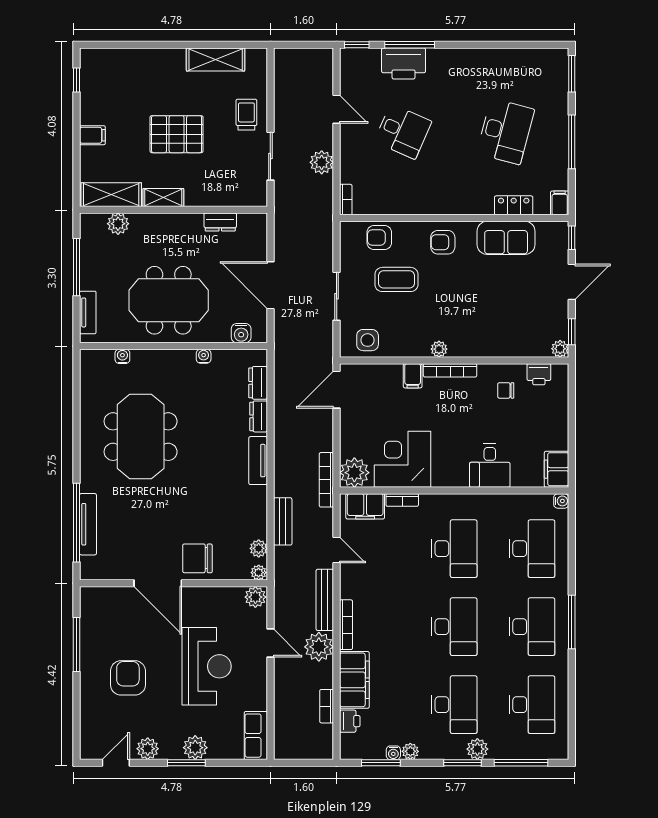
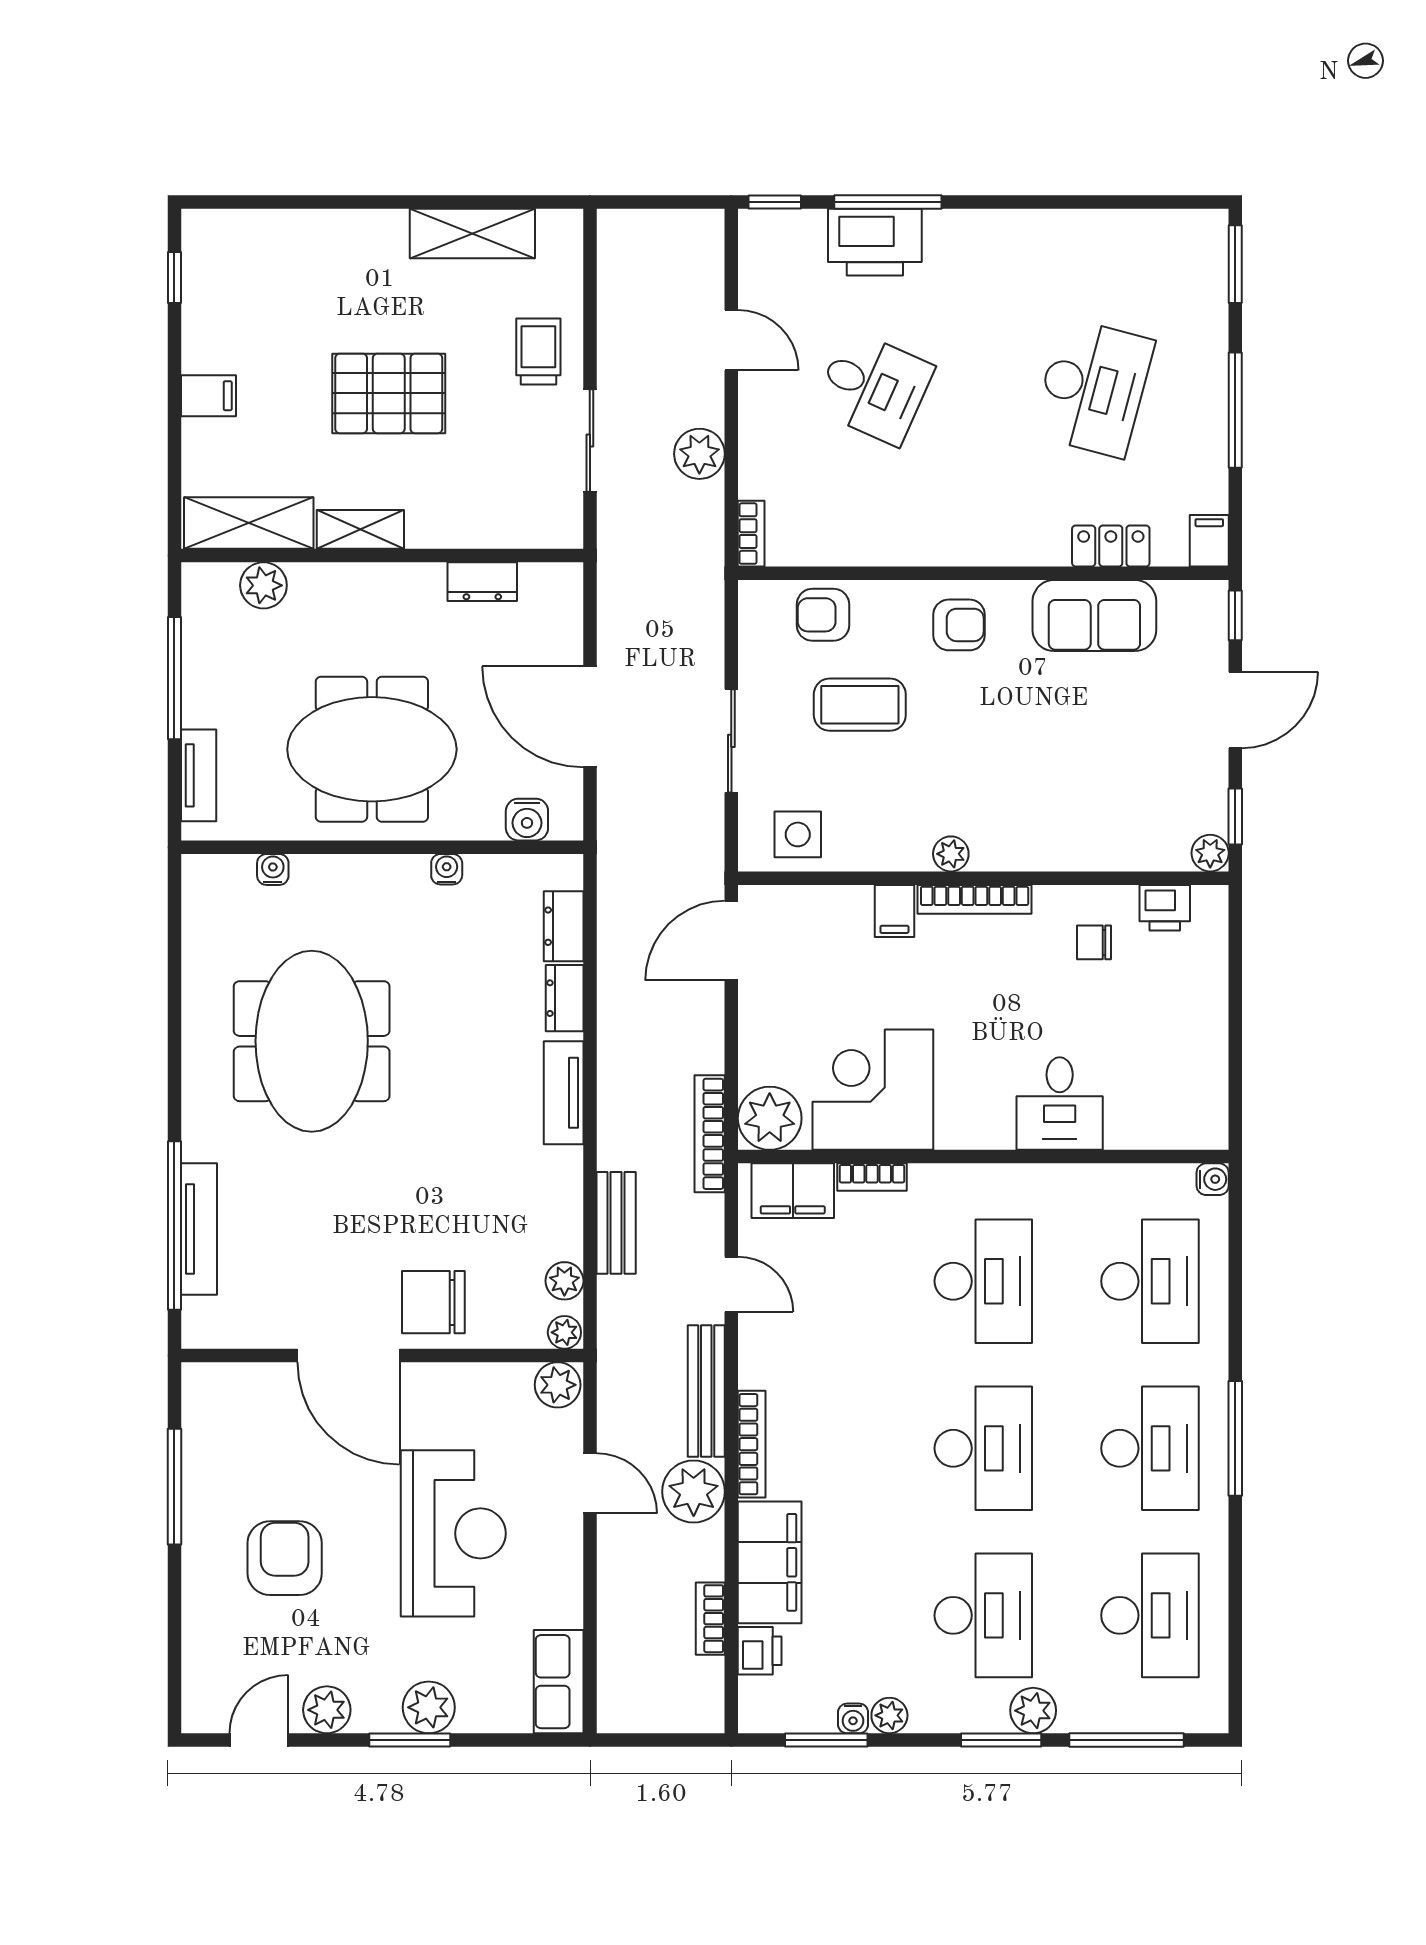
armchair: (443, 242) -> (959, 625), turned 180
filing cabinet: (557, 469) -> (1203, 1111), removed

